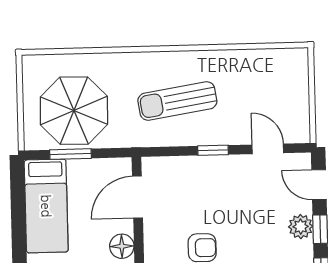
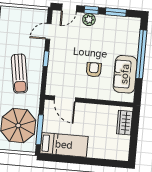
window: (70, 154) -> (40, 130), width x1.44
floor lamp: (122, 246) -> (88, 110), removed

